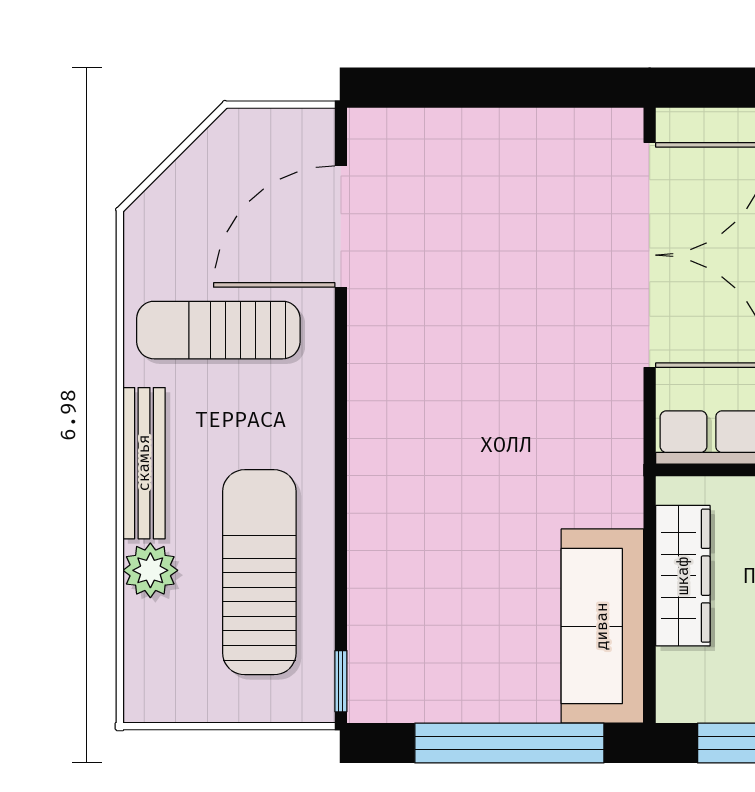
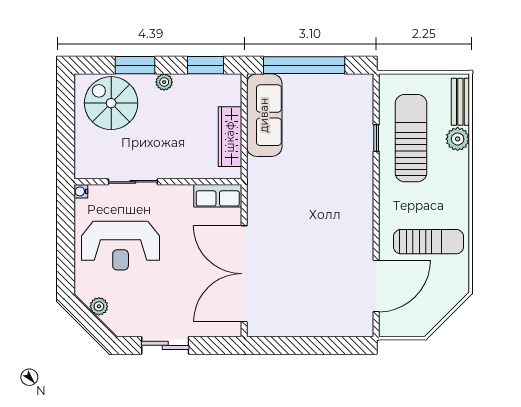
bench: (144, 463) -> (460, 102), moved, width x0.73
sun lounger: (259, 572) -> (411, 138), turned 180
window: (341, 681) -> (376, 138), moved

